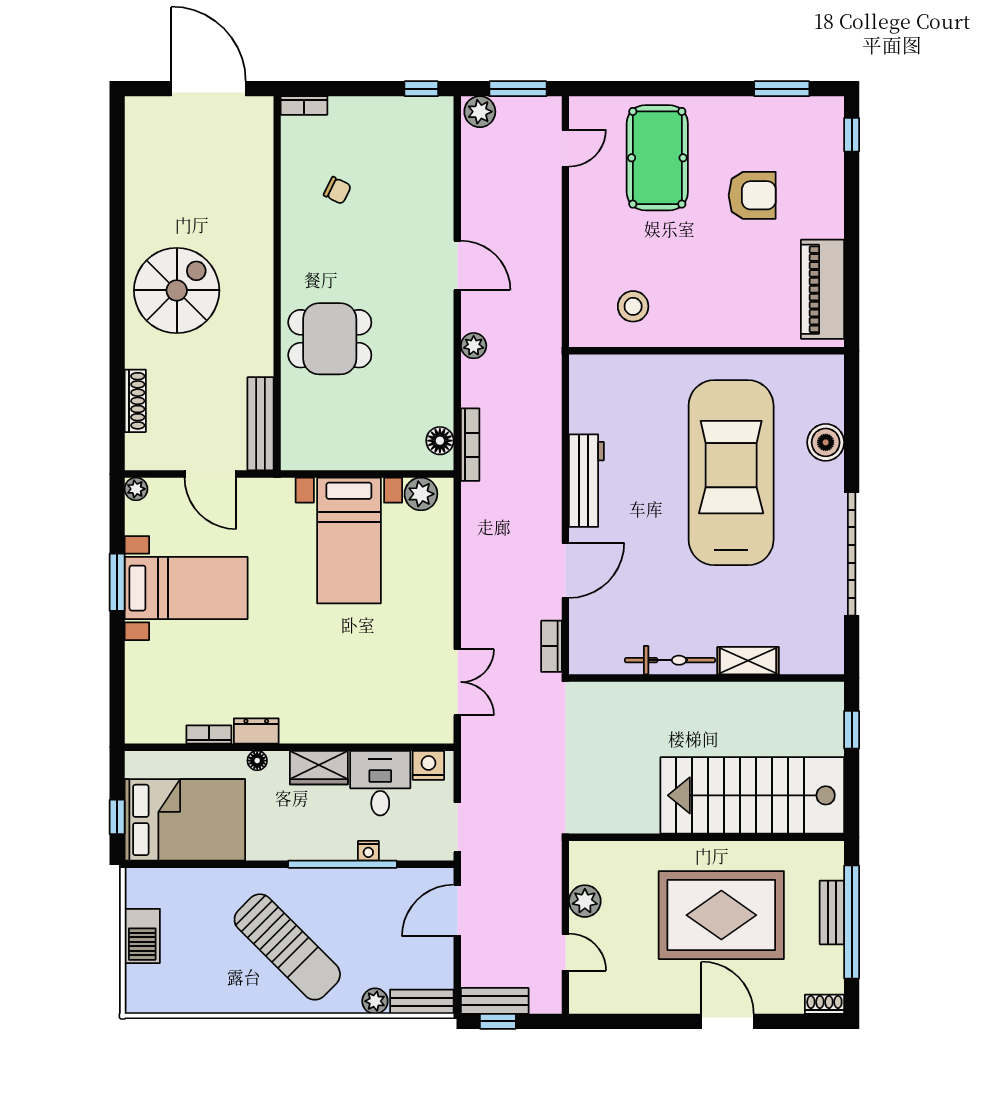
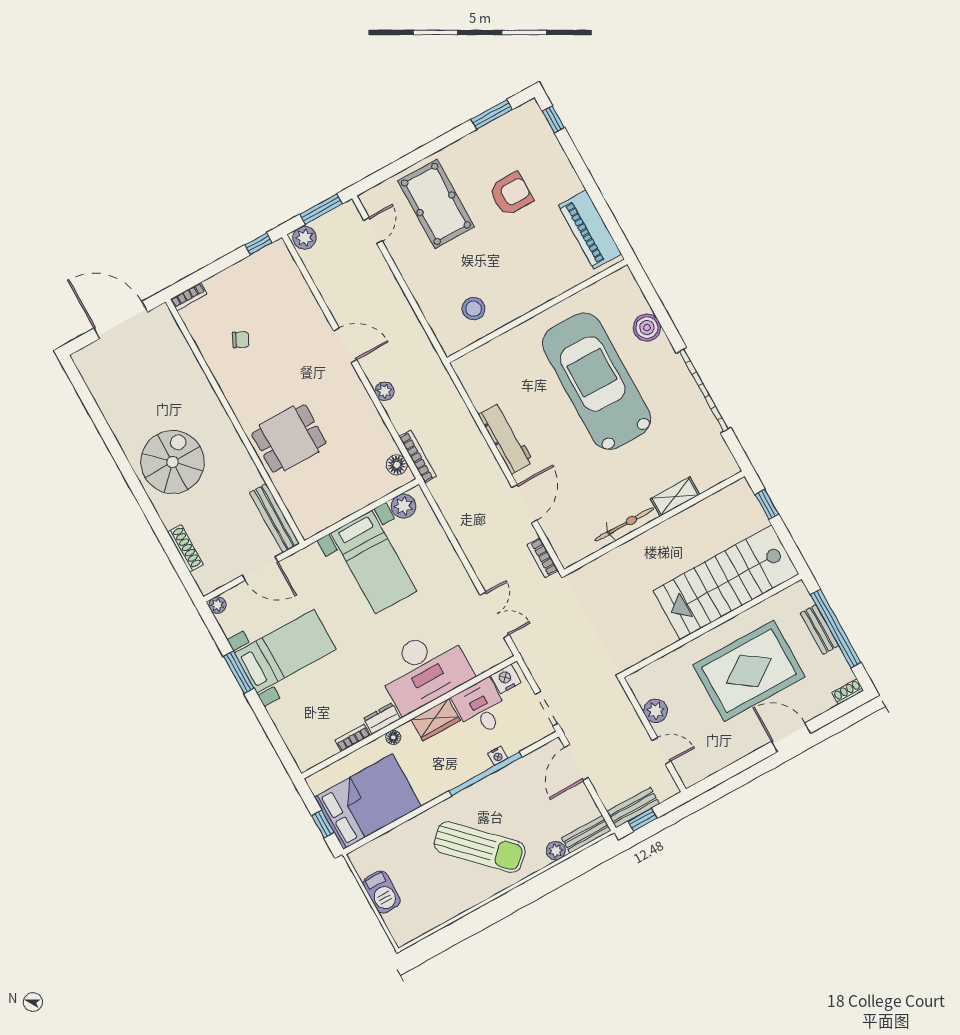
desk: (338, 701) -> (424, 670), added

